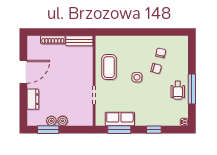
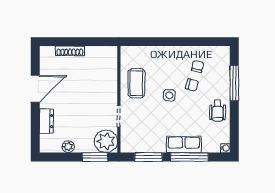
bench: (79, 41) -> (101, 52), removed
window: (192, 89) -> (234, 83), moved
row of seats: (120, 119) -> (184, 145), moved
plant: (63, 121) -> (106, 141), moved, width x1.88, depth x1.88
window: (48, 130) -> (95, 157), moved
window: (154, 130) -> (189, 157), width x2.17

